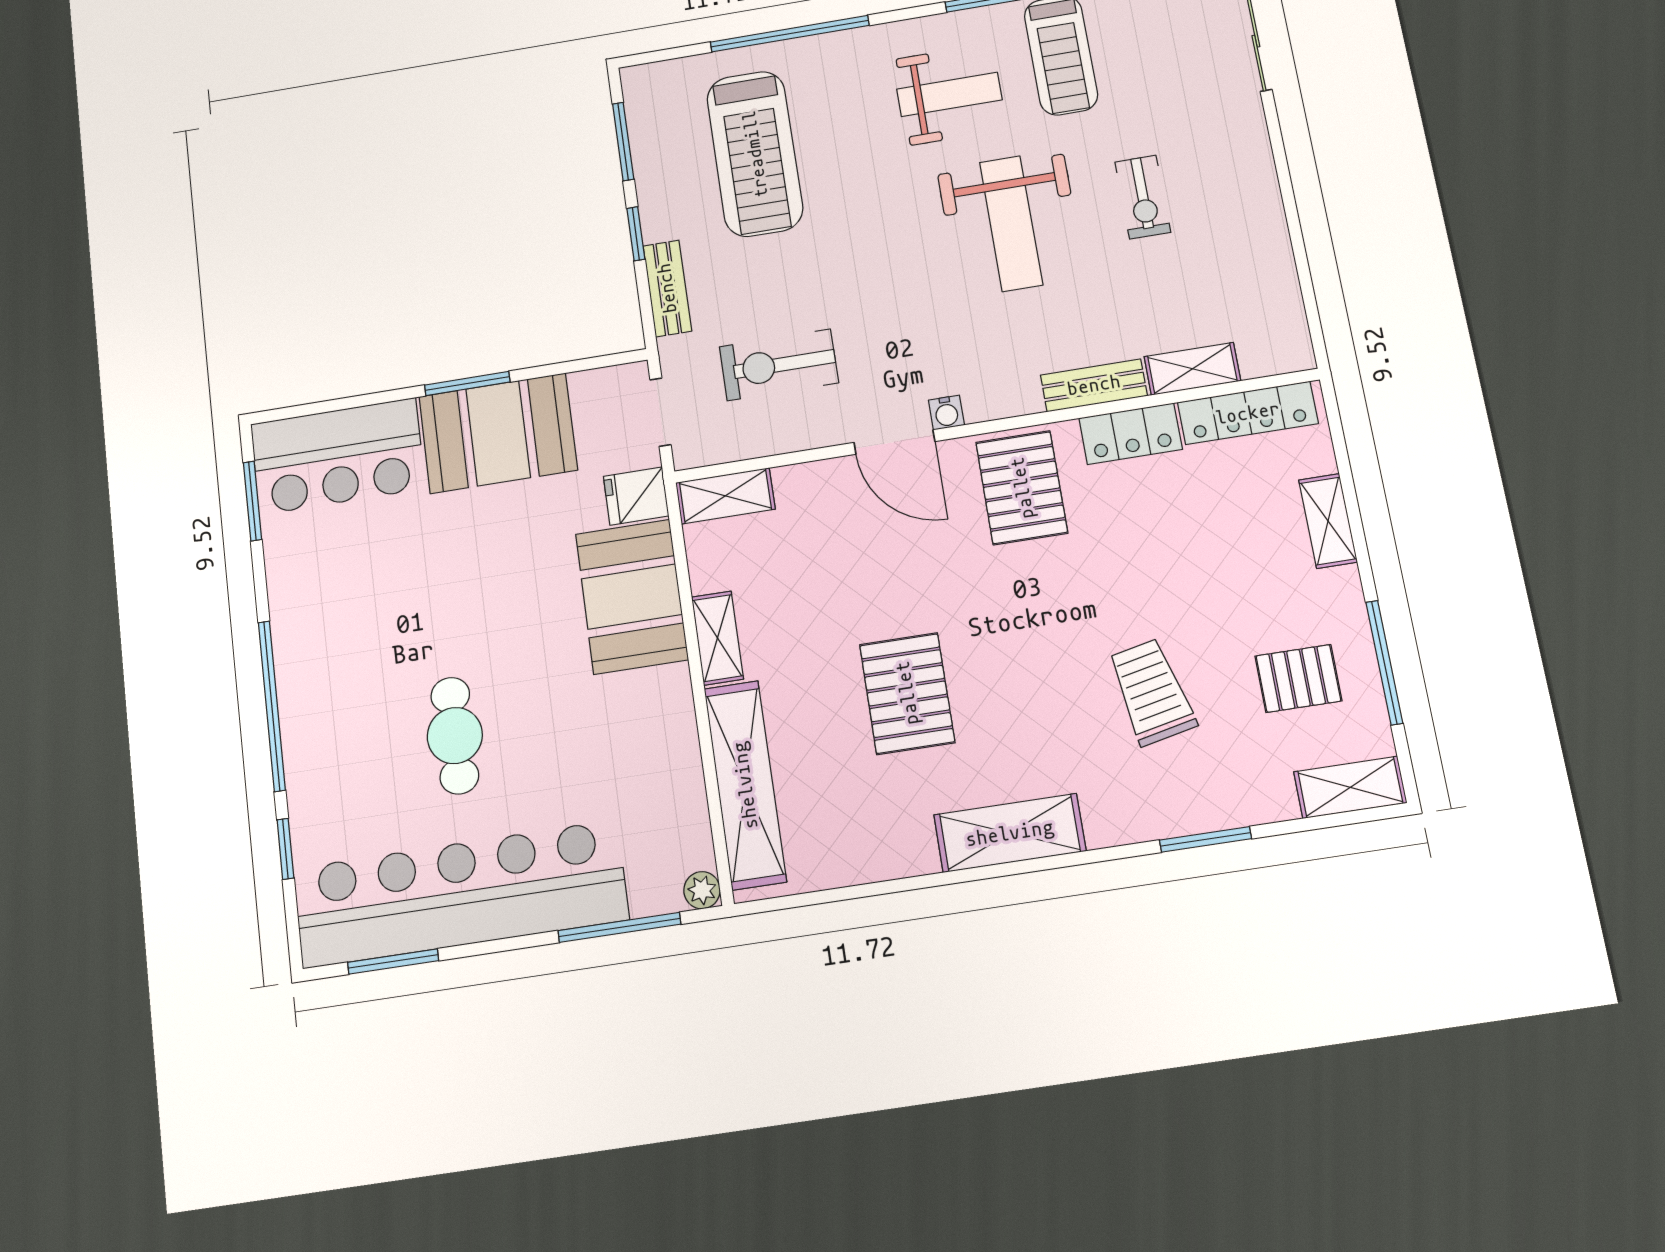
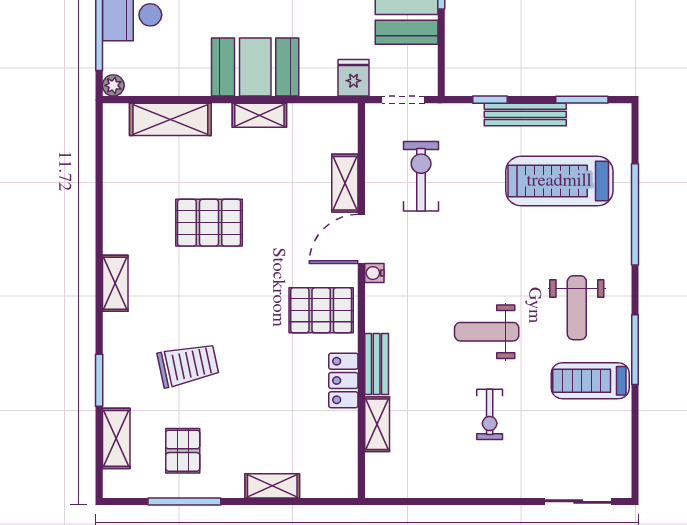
exercise bike: (1143, 197) -> (490, 414), turned -90
weight bench: (1011, 223) -> (487, 332), width x0.73, depth x0.75
window: (636, 234) -> (490, 100), moved
bench: (667, 288) -> (525, 114), moved, width x1.36
locker: (1248, 413) -> (345, 452), removed
shelving: (725, 496) -> (345, 183), moved
booth: (632, 597) -> (255, 67), moved
shelving: (745, 785) -> (170, 119), width x0.68
shelving: (1350, 787) -> (116, 438), moved
shelving: (1010, 833) -> (115, 283), width x0.67, depth x0.75

